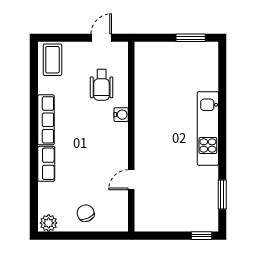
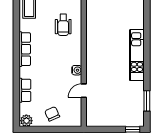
water cooler: (121, 115) -> (77, 70), moved
row of seats: (46, 164) -> (25, 90), moved

